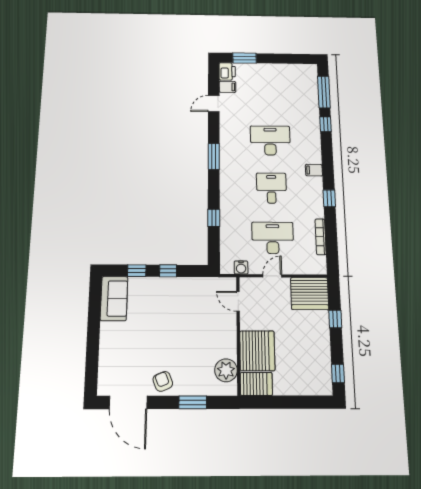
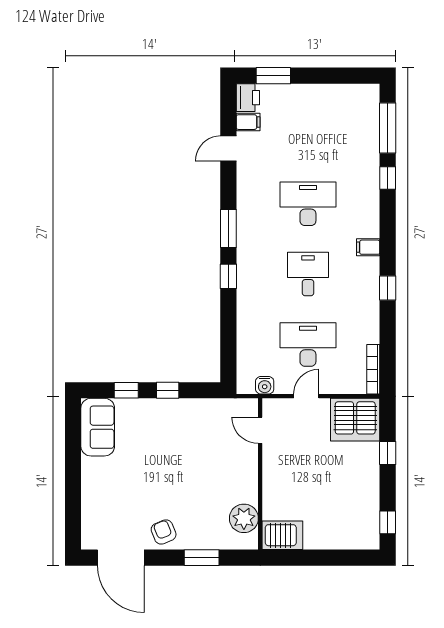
window: (214, 218) -> (228, 276), moved
bookcase: (321, 237) -> (373, 369), moved
server rack: (257, 351) -> (284, 494), removed

